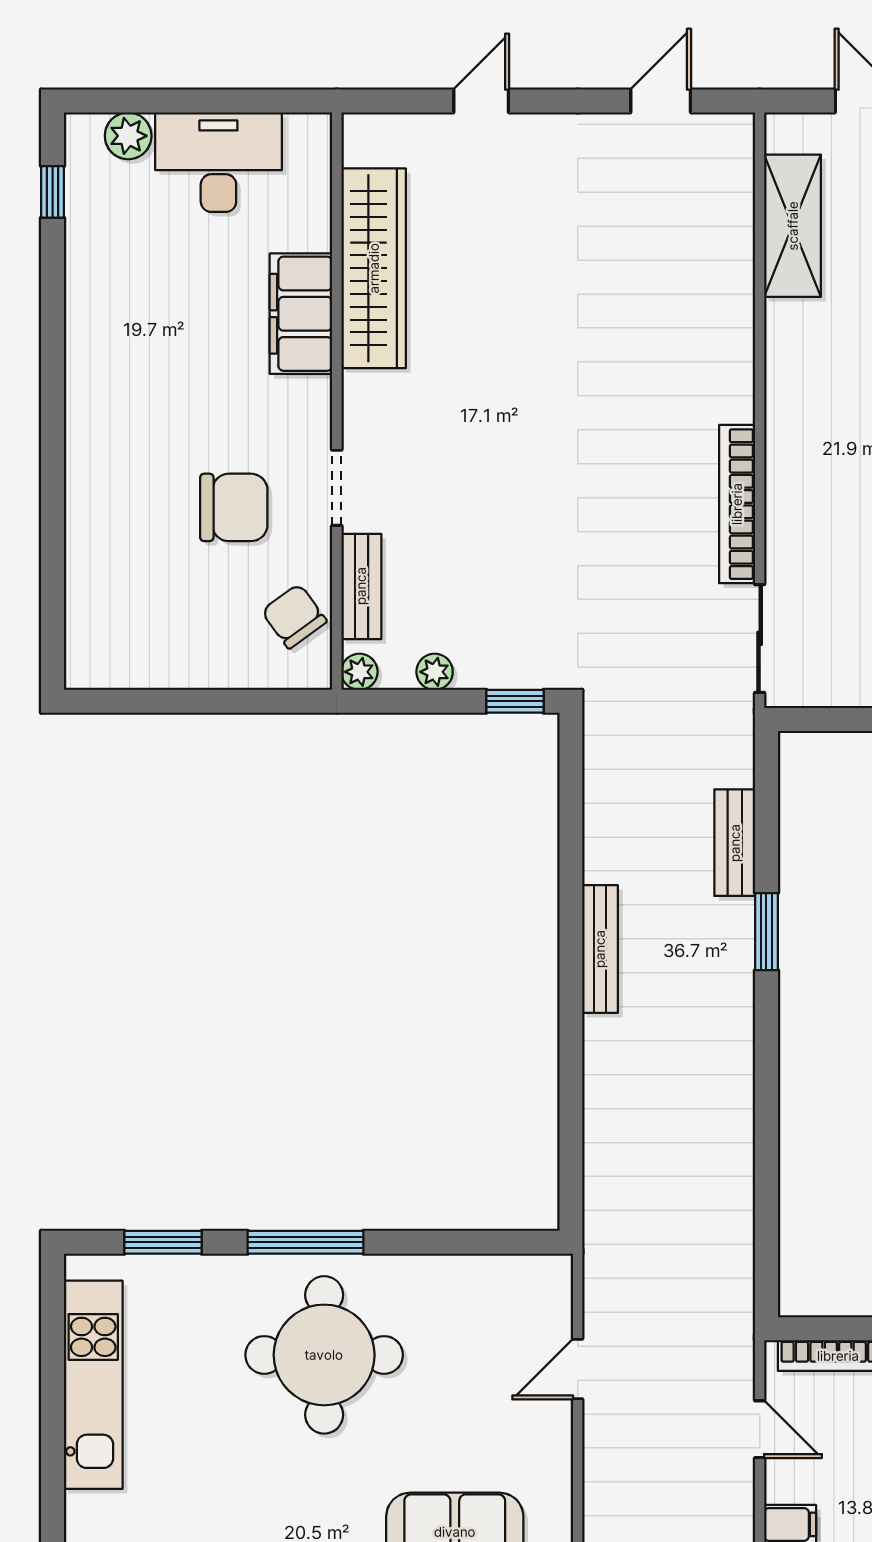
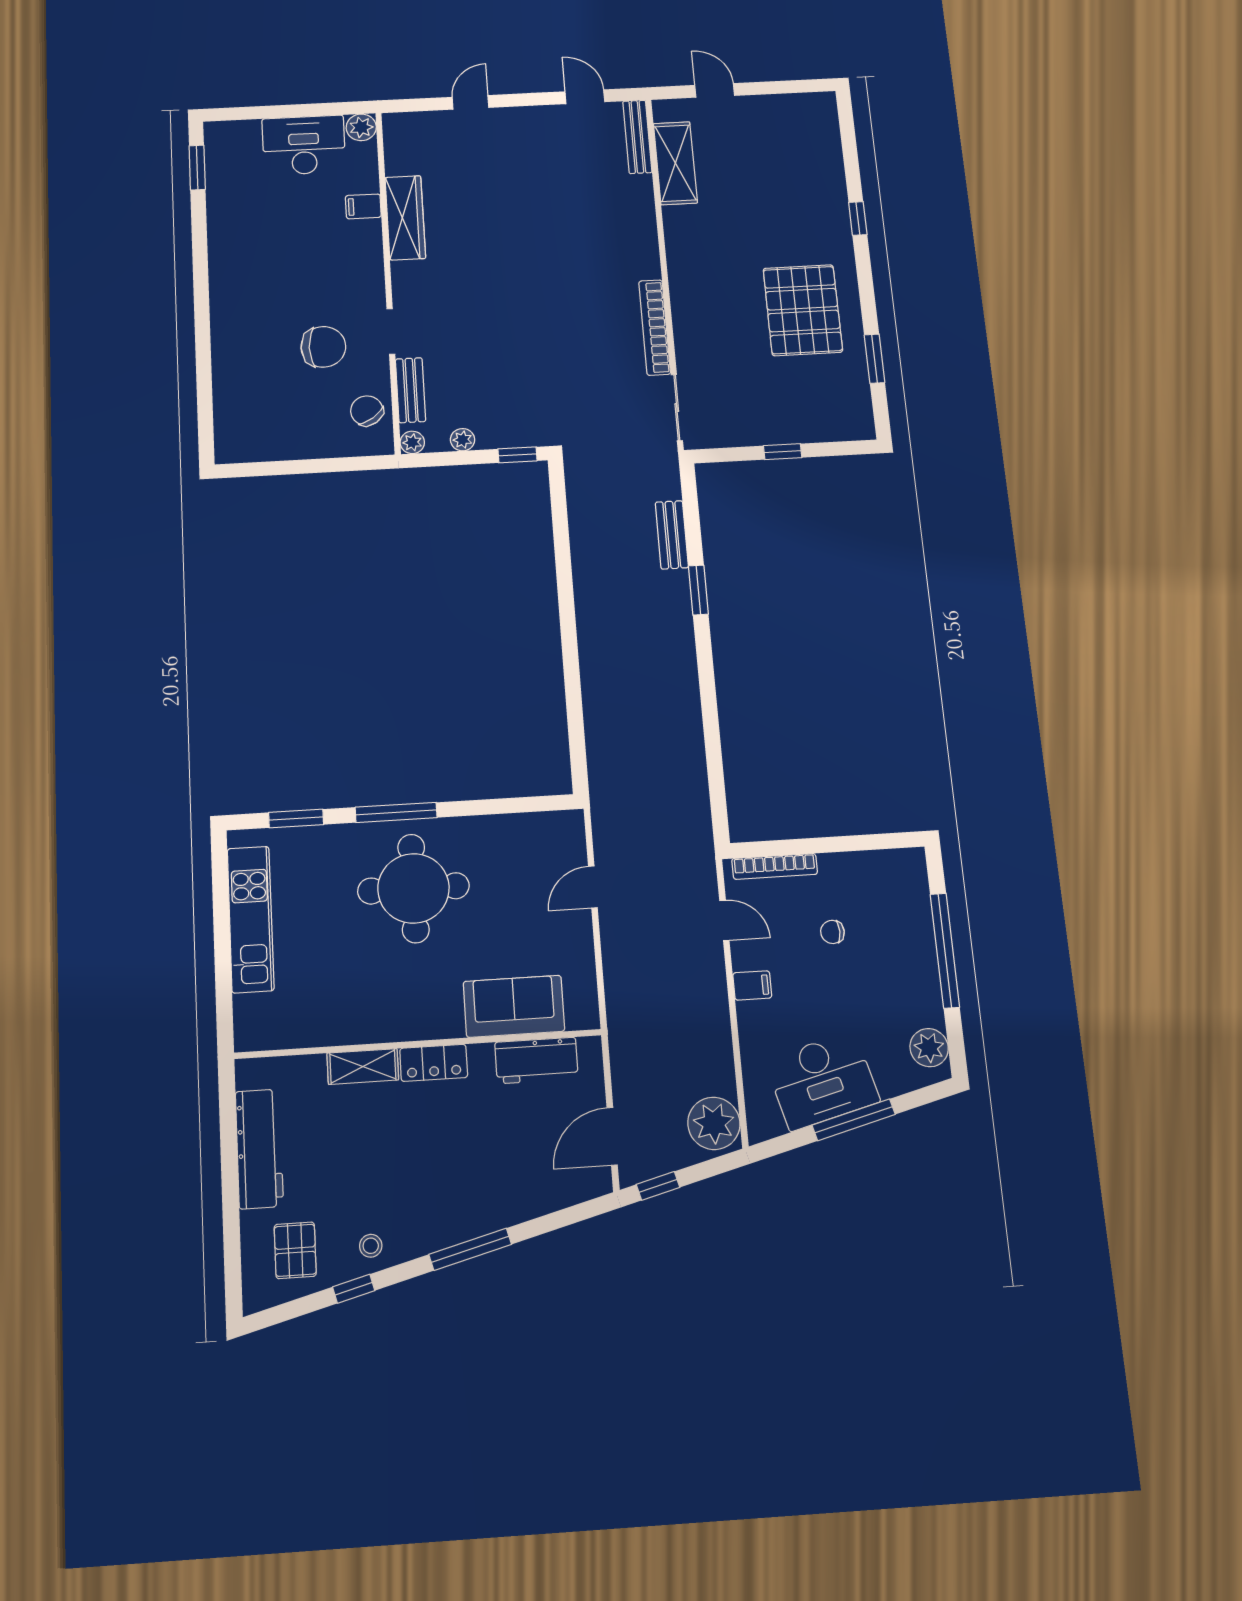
door: (661, 101) -> (585, 97), hinge flipped
plant: (128, 136) -> (361, 127), moved
window: (53, 192) -> (197, 168), width x1.50
wardrobe: (374, 268) -> (405, 218), width x0.71, depth x0.85
filing cabinet: (301, 314) -> (363, 206), width x0.33, depth x0.86
bench: (600, 949) -> (637, 137), moved

